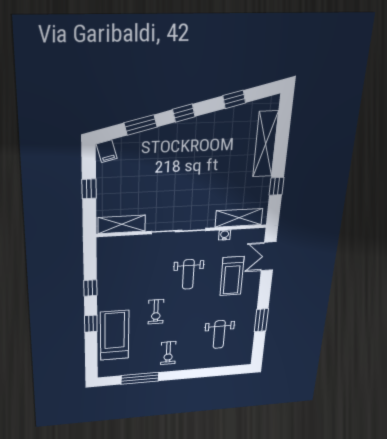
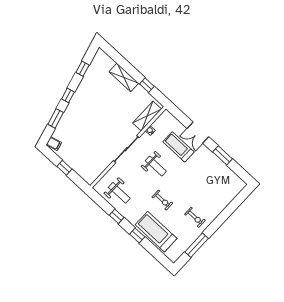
shelving: (265, 144) -> (124, 77), width x0.68
shelving: (122, 224) -> (97, 171), removed
double door: (269, 256) -> (198, 133), moved
treadmill: (232, 276) -> (178, 147), turned 180
weight bench: (219, 334) -> (119, 193), moved

